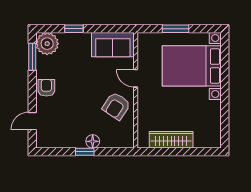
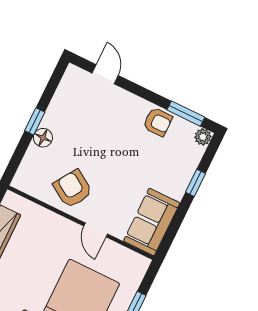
plant: (47, 44) -> (203, 137), width x0.53, depth x0.53
door: (136, 78) -> (96, 230), swing flipped
armchair: (46, 88) -> (158, 122), moved

